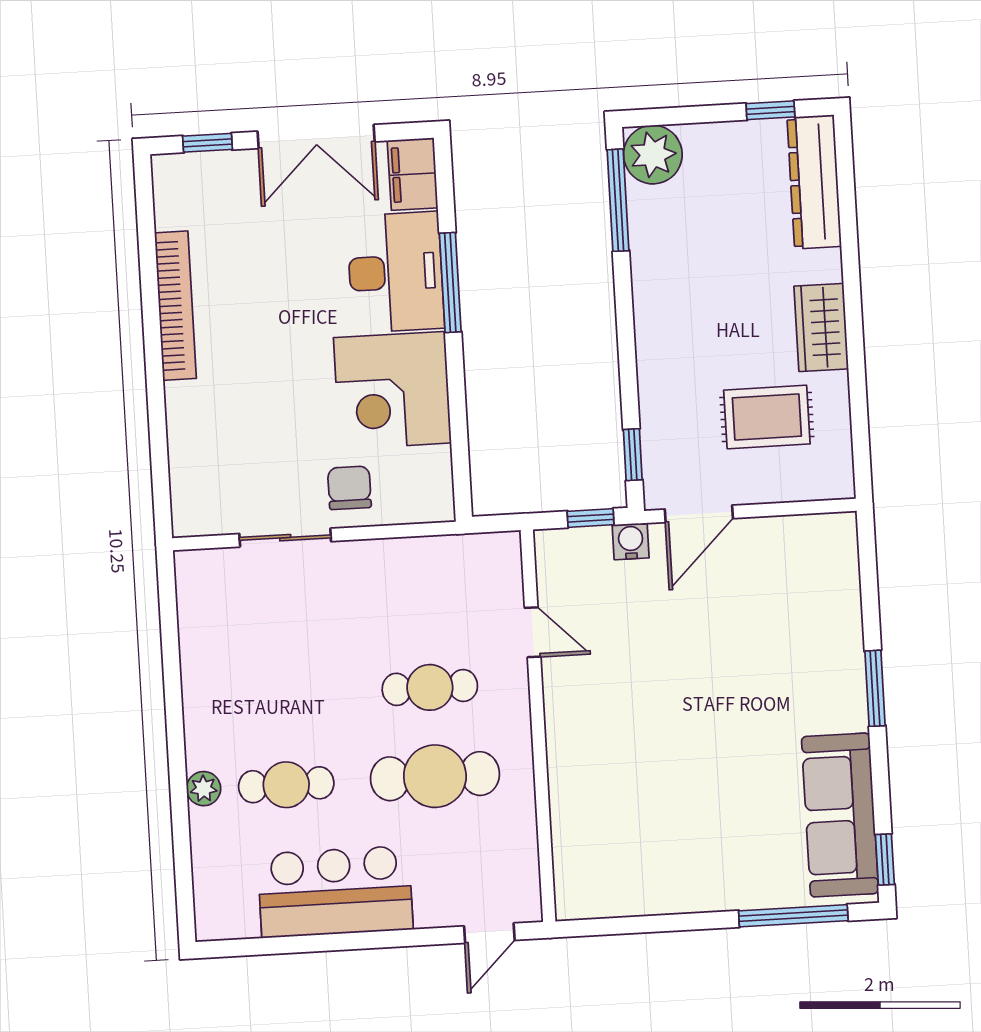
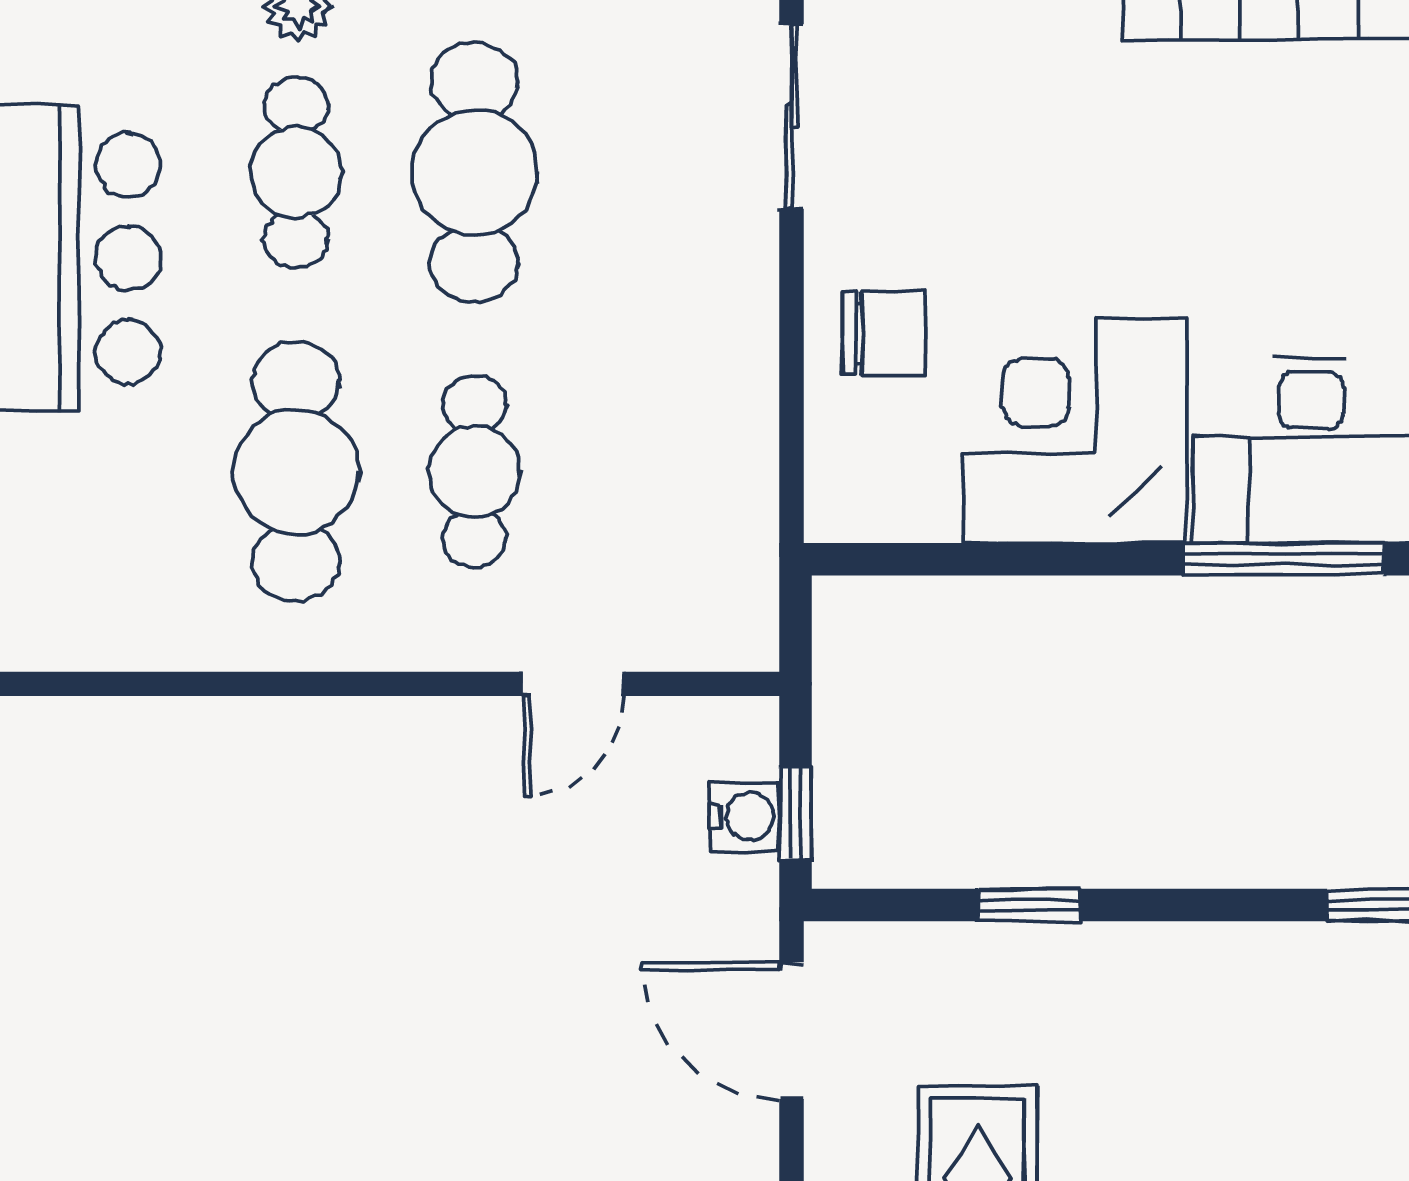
window: (633, 455) -> (1029, 905), moved
sliding door: (285, 538) -> (791, 116), moved
water cooler: (631, 541) -> (744, 817), moved
cafe table: (281, 696) -> (474, 172), added

